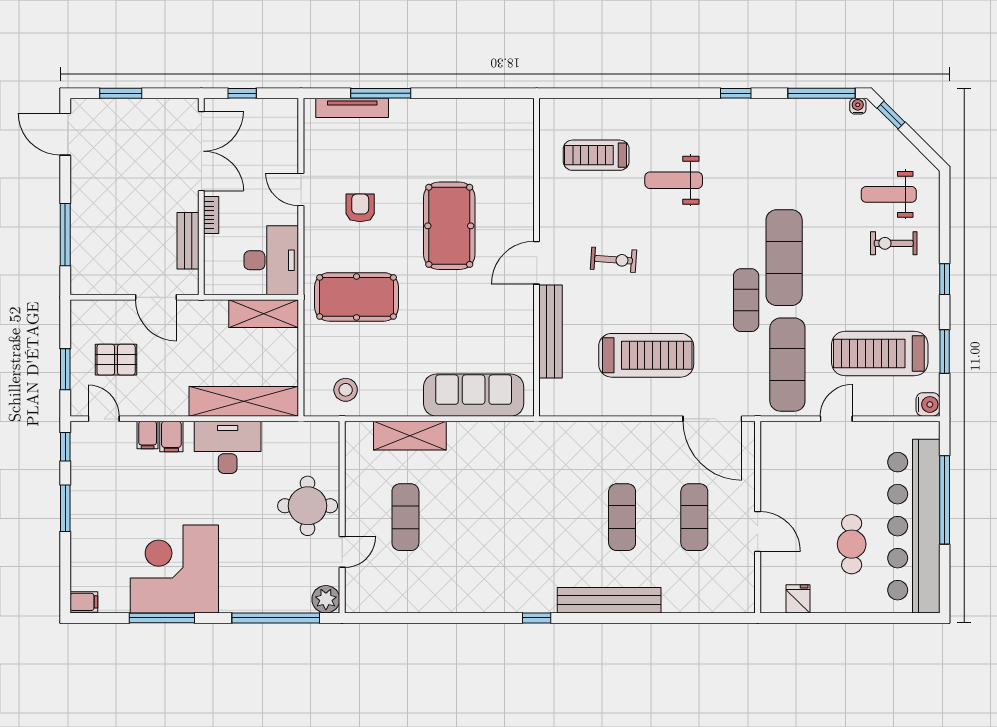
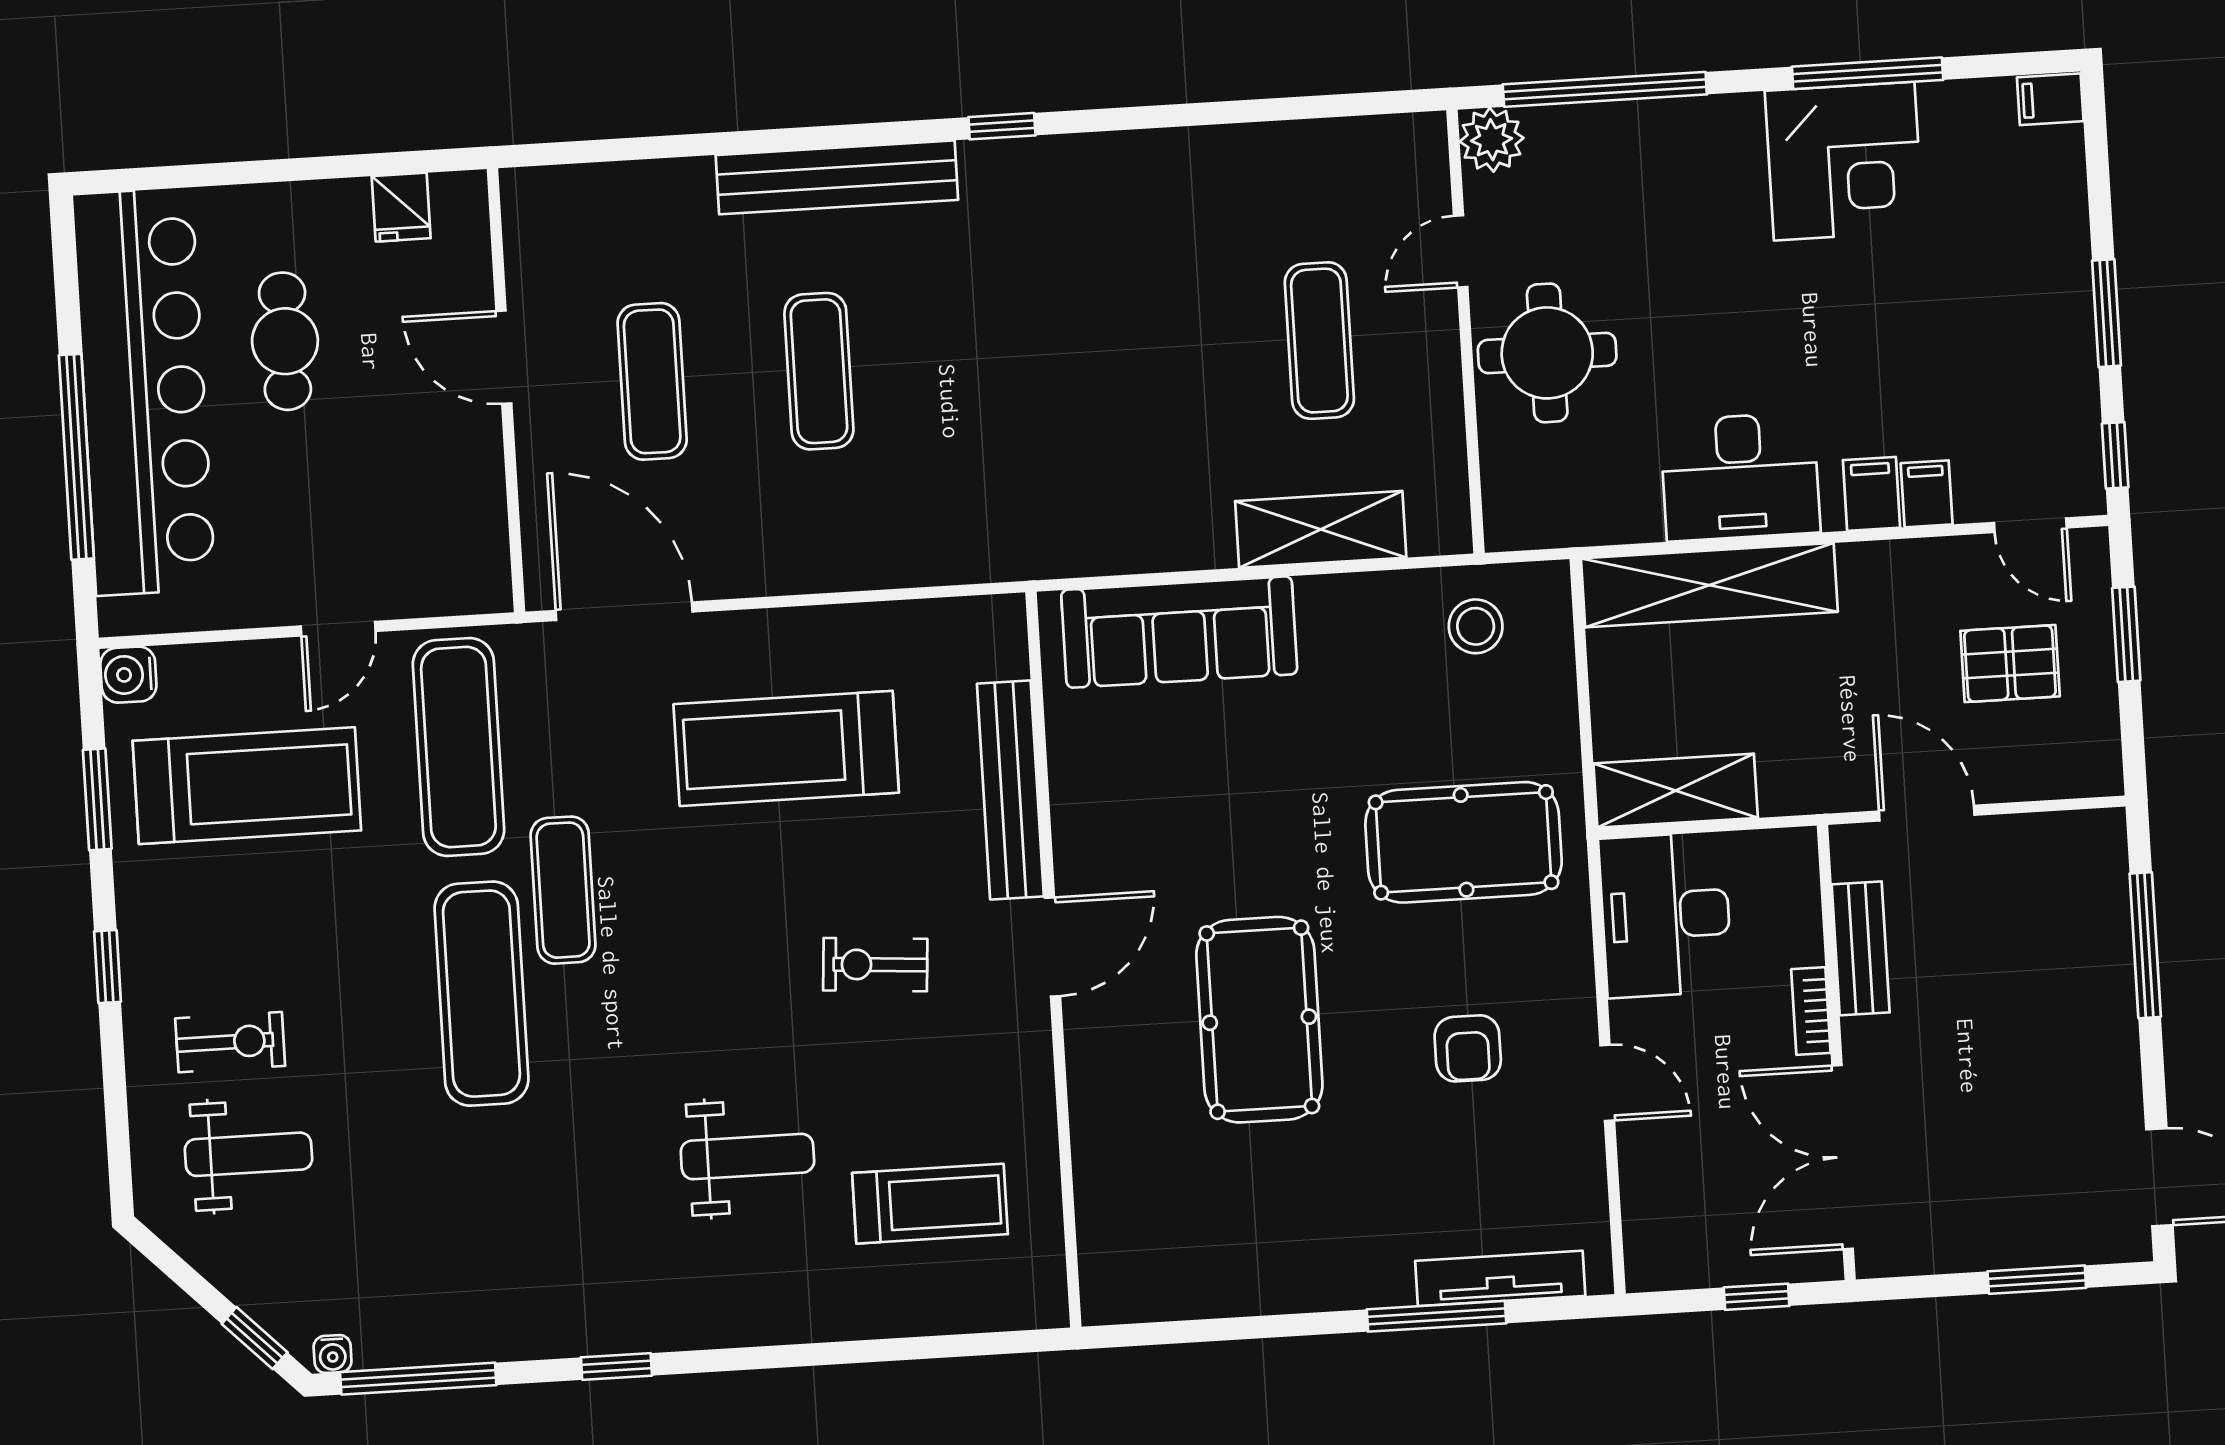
corner desk: (174, 569) -> (1844, 161), width x0.74, depth x0.74

